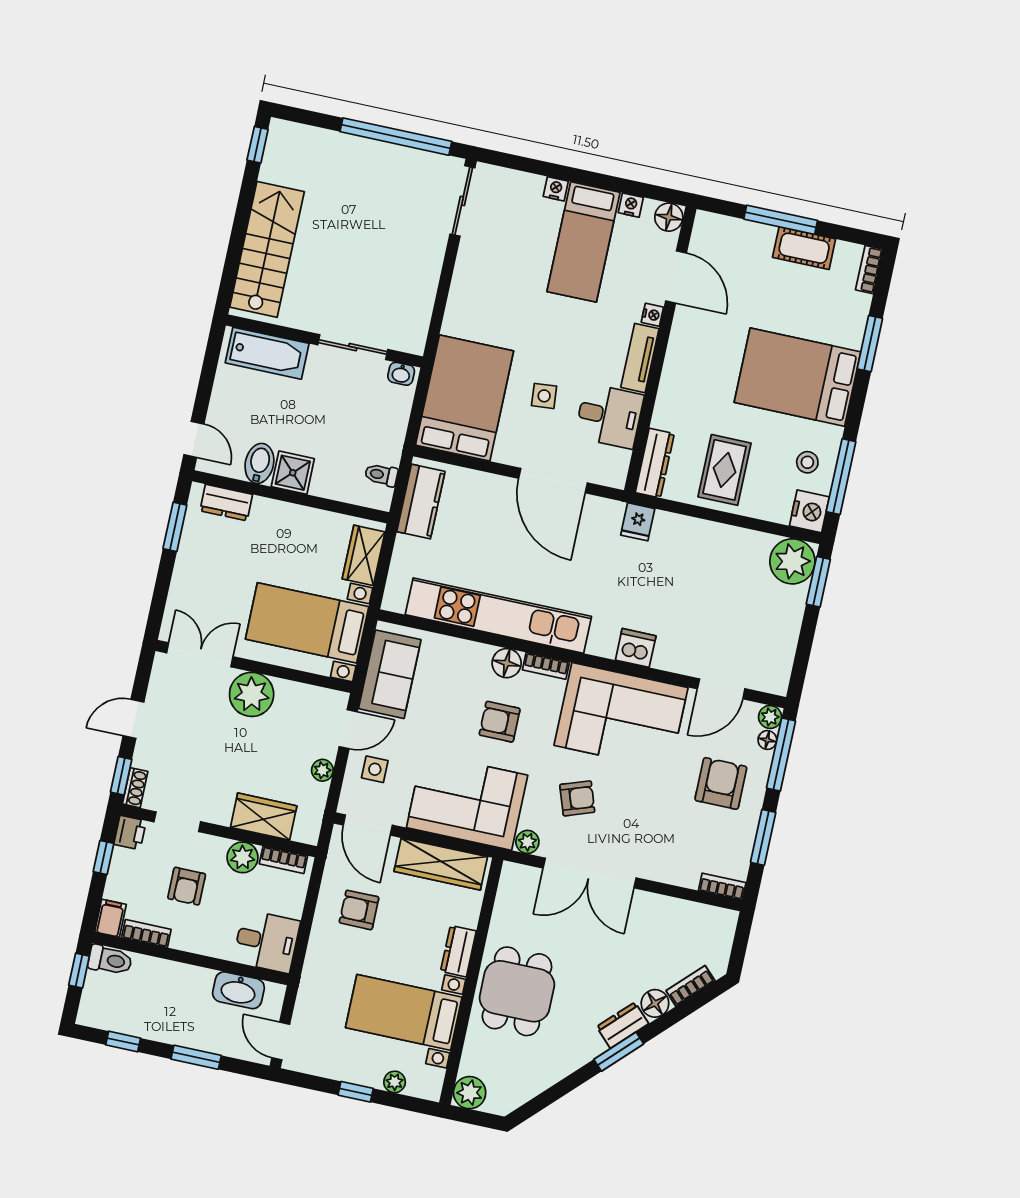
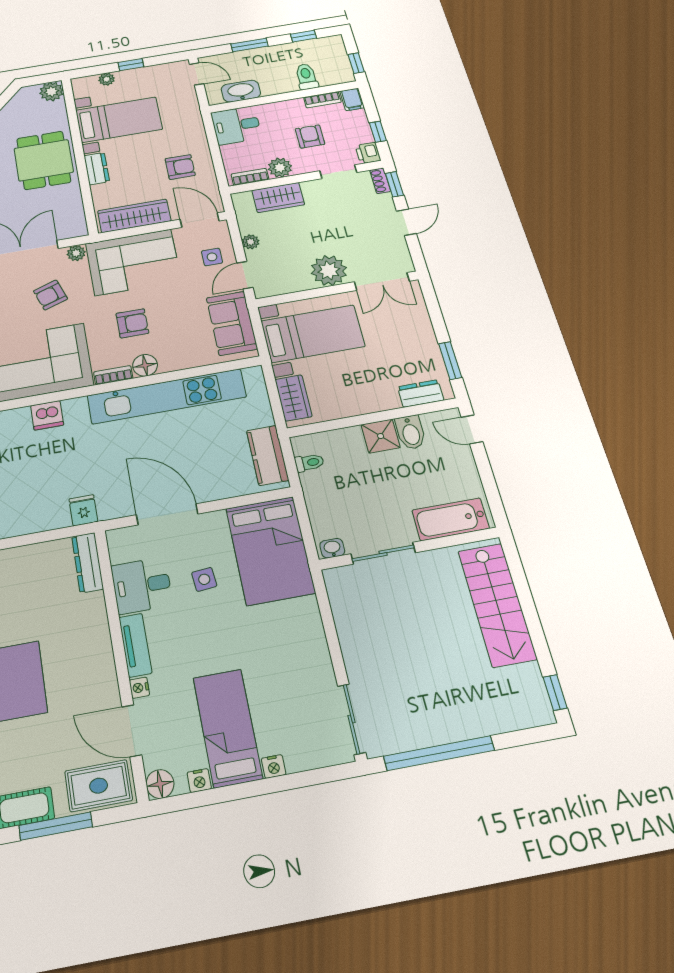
rug: (725, 470) -> (99, 786), moved, turned 90
toilet: (110, 960) -> (306, 77), moved, turned 90

